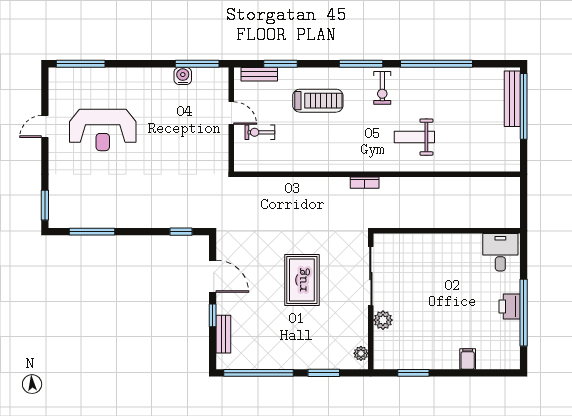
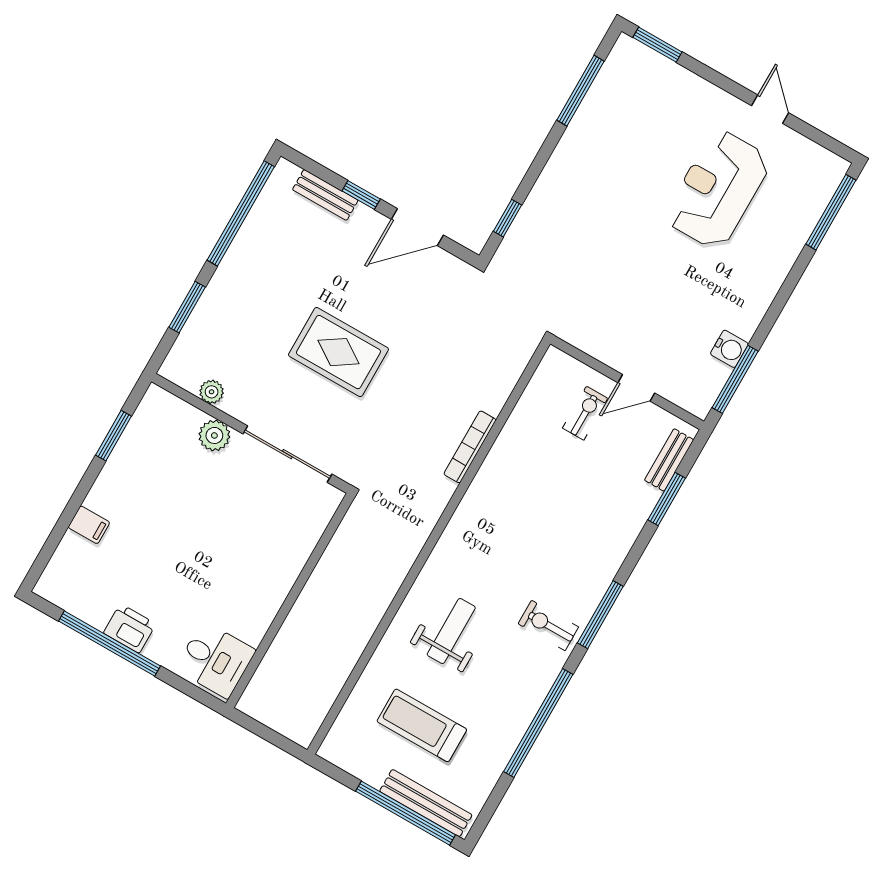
treadmill: (318, 101) -> (422, 725), moved, turned 90
bookcase: (365, 183) -> (470, 447), moved, width x1.56
plant: (361, 353) -> (212, 392), moved

